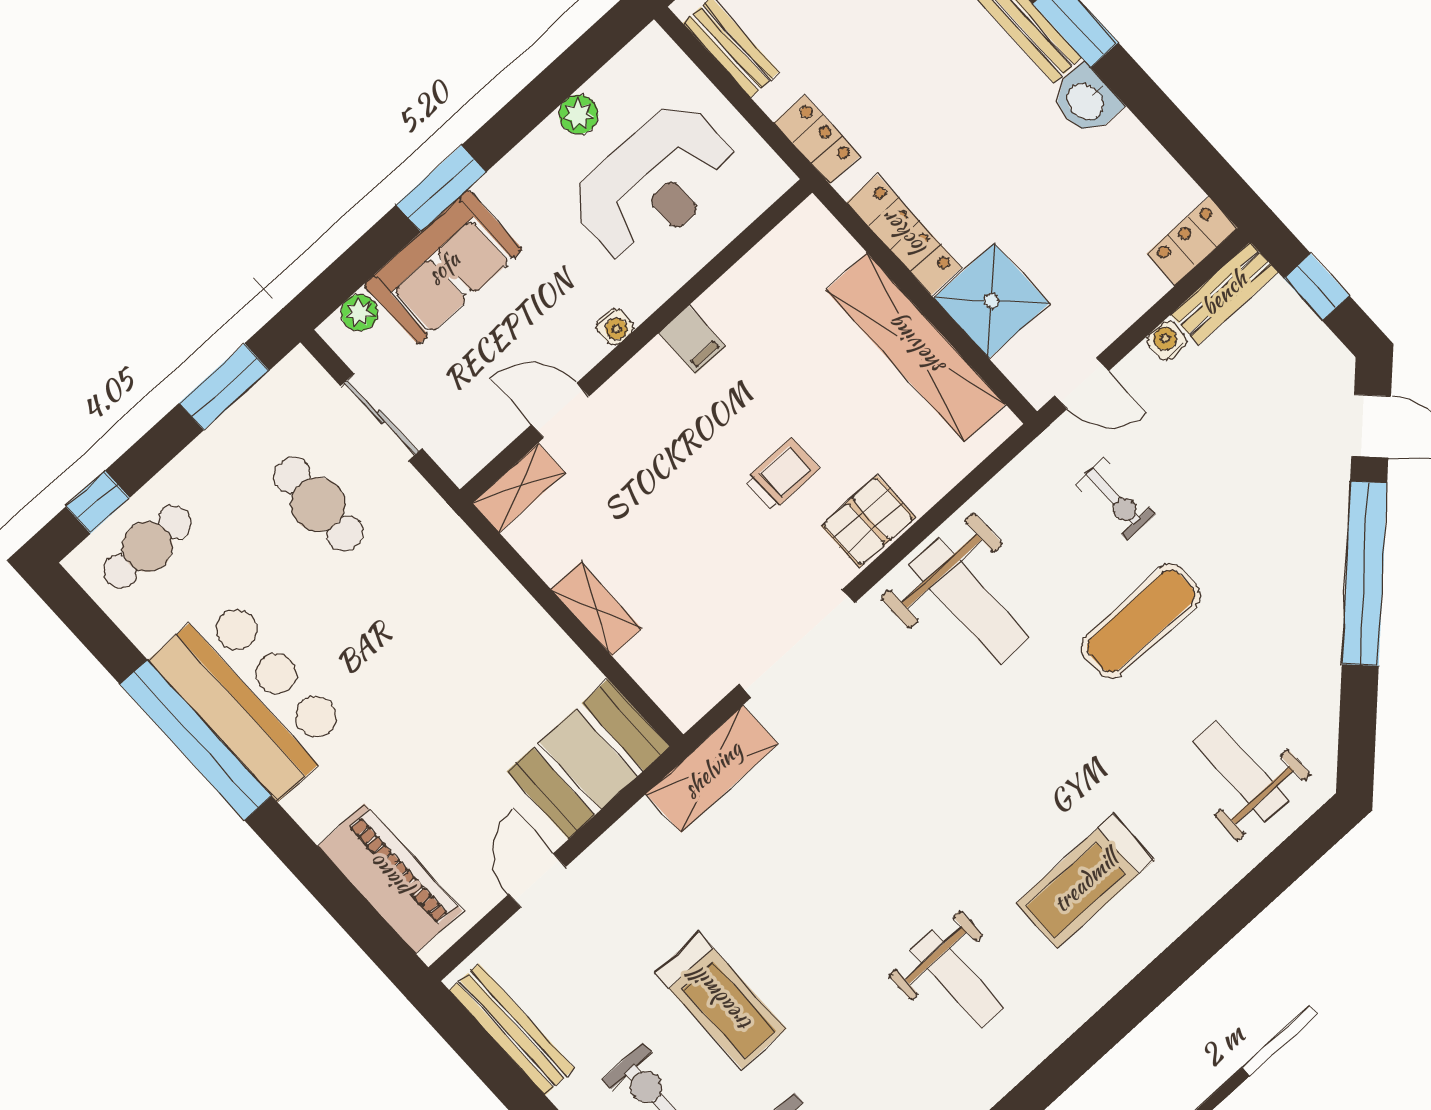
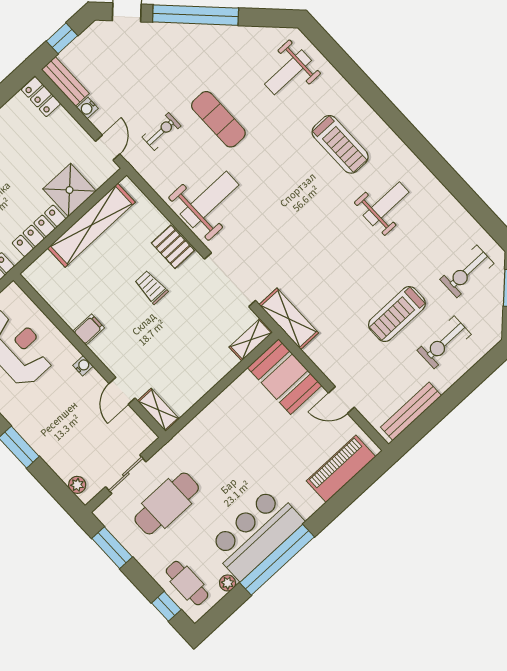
sofa: (443, 267) -> (56, 446), removed
cafe table: (318, 504) -> (167, 504), width x1.37, depth x1.35
shelving: (596, 609) -> (251, 340), moved
plant: (147, 634) -> (228, 583), added
treadmill: (721, 1001) -> (397, 314), turned 180

